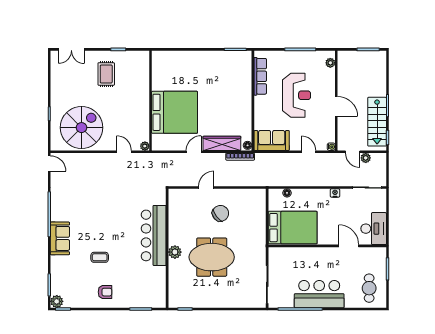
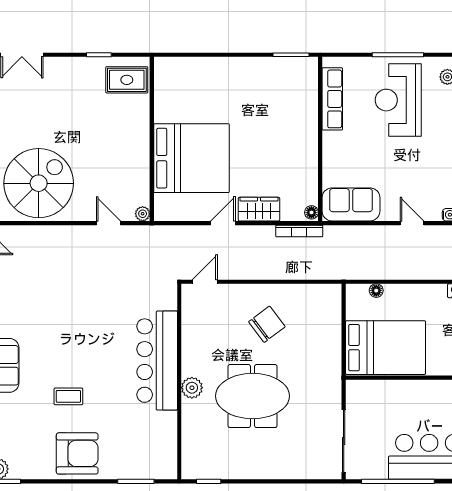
rug: (106, 74) -> (127, 80), moved, turned 90
reception desk: (297, 95) -> (398, 100), moved, turned 180
wardrobe: (222, 143) -> (259, 209), width x0.67
door: (206, 188) -> (205, 282), moved
armchair: (105, 292) -> (77, 453), width x1.88, depth x1.88

